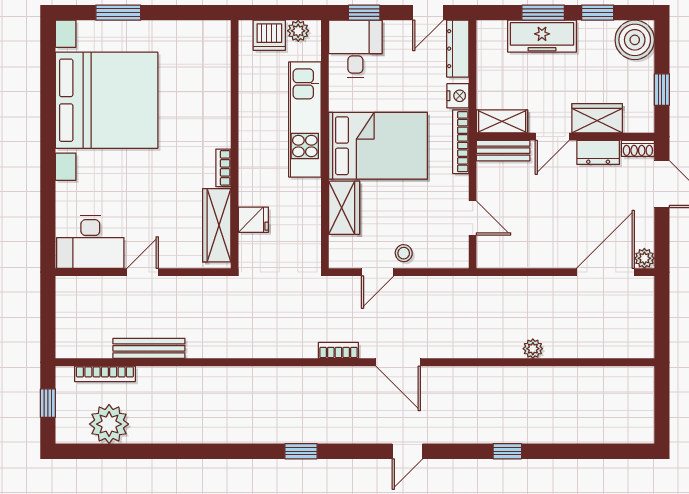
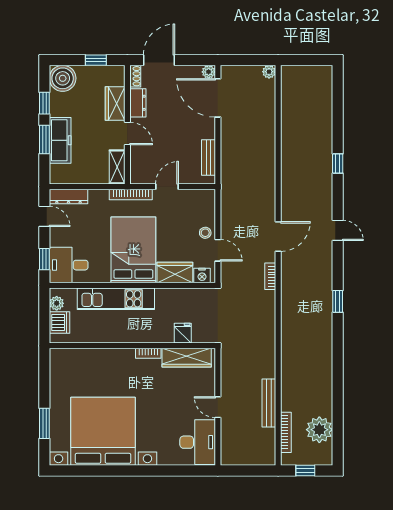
nightstand: (458, 96) -> (202, 275), moved, turned 180
bench: (503, 151) -> (208, 157), moved
door: (473, 218) -> (167, 187), moved
plant: (533, 349) -> (269, 72), moved

